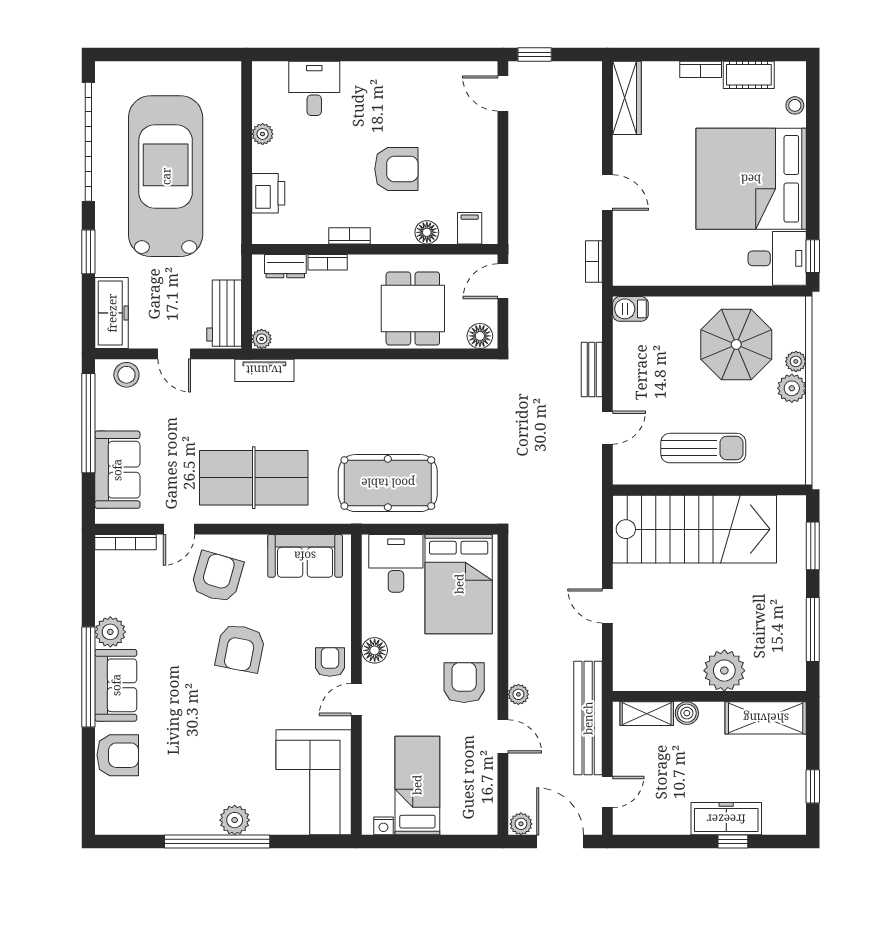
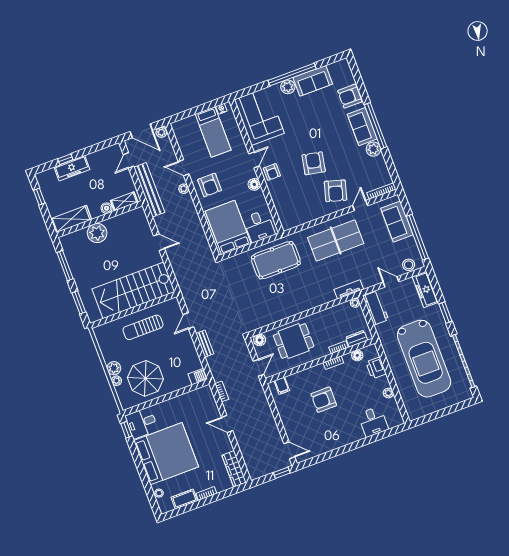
floor lamp: (427, 232) -> (357, 355), moved
dining table: (413, 309) -> (294, 341), turned 90
sofa: (305, 556) -> (313, 81), moved, turned 180

